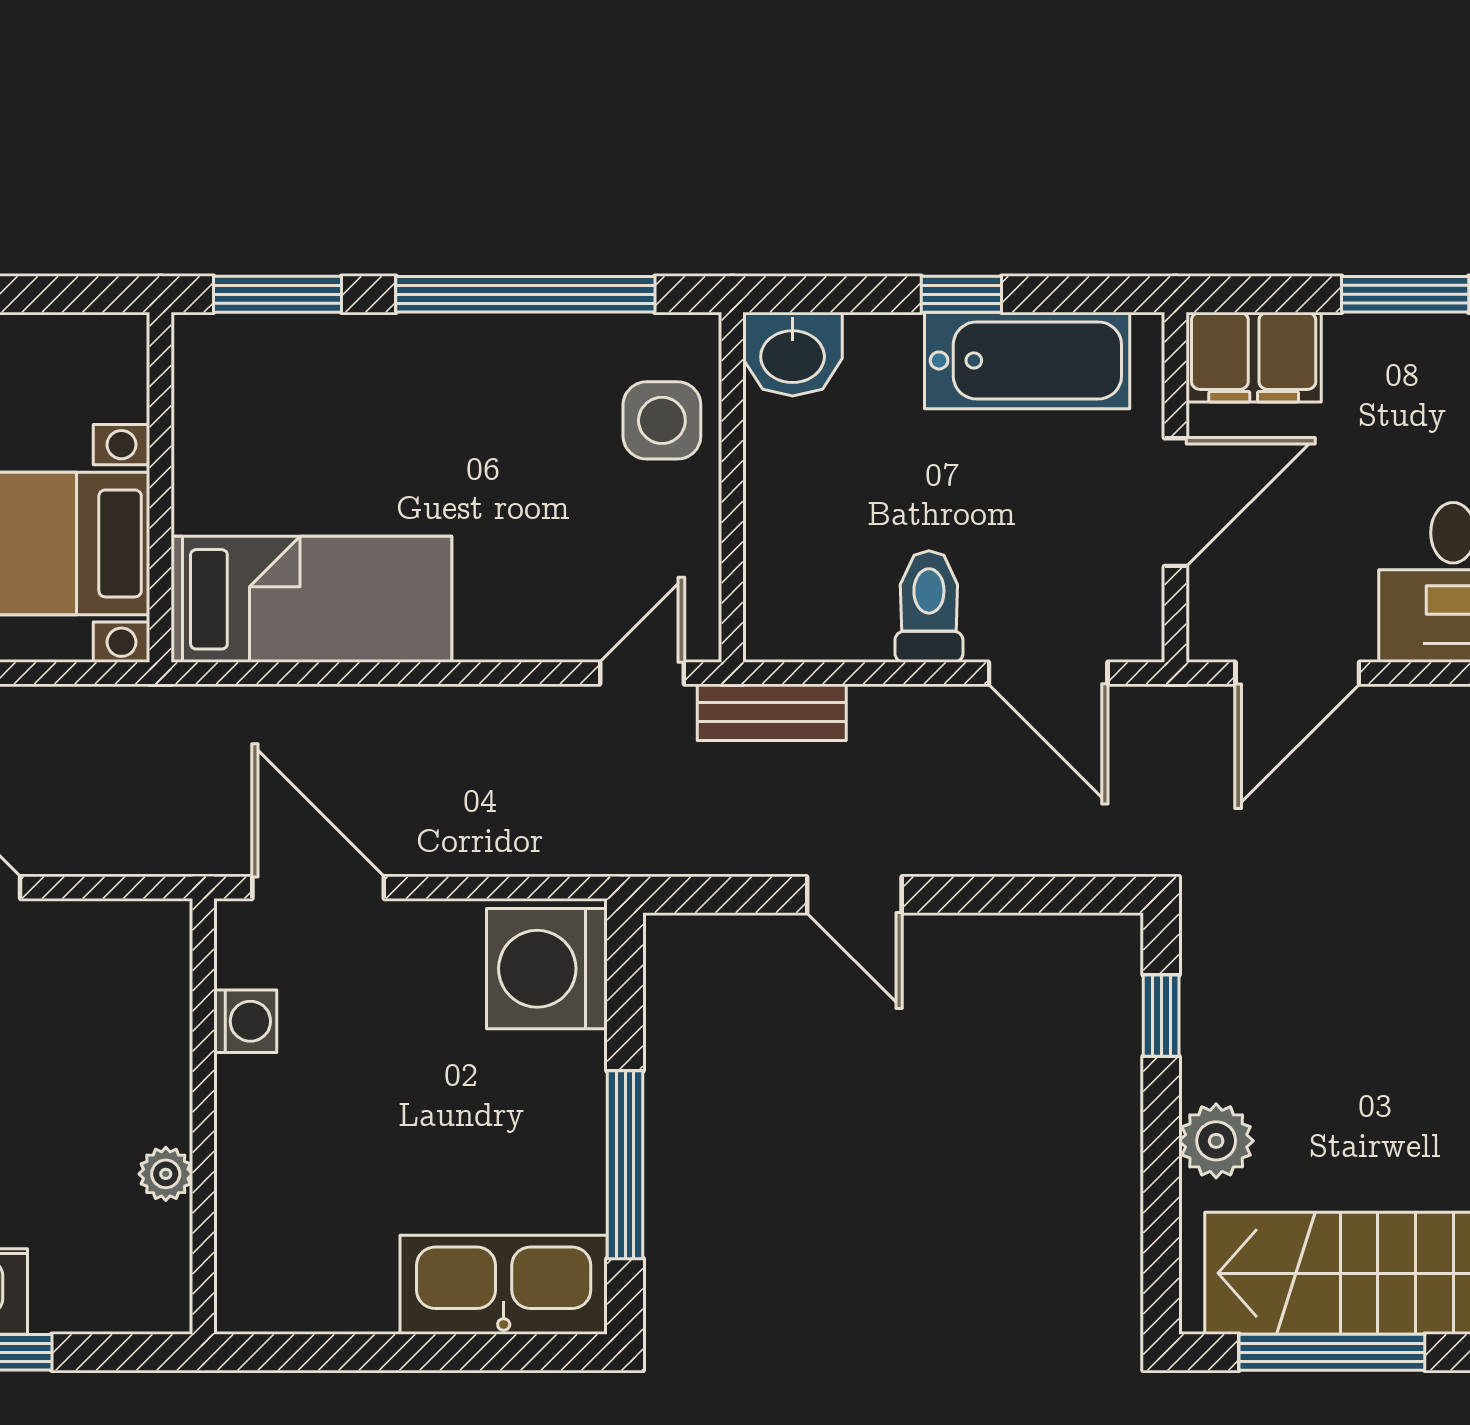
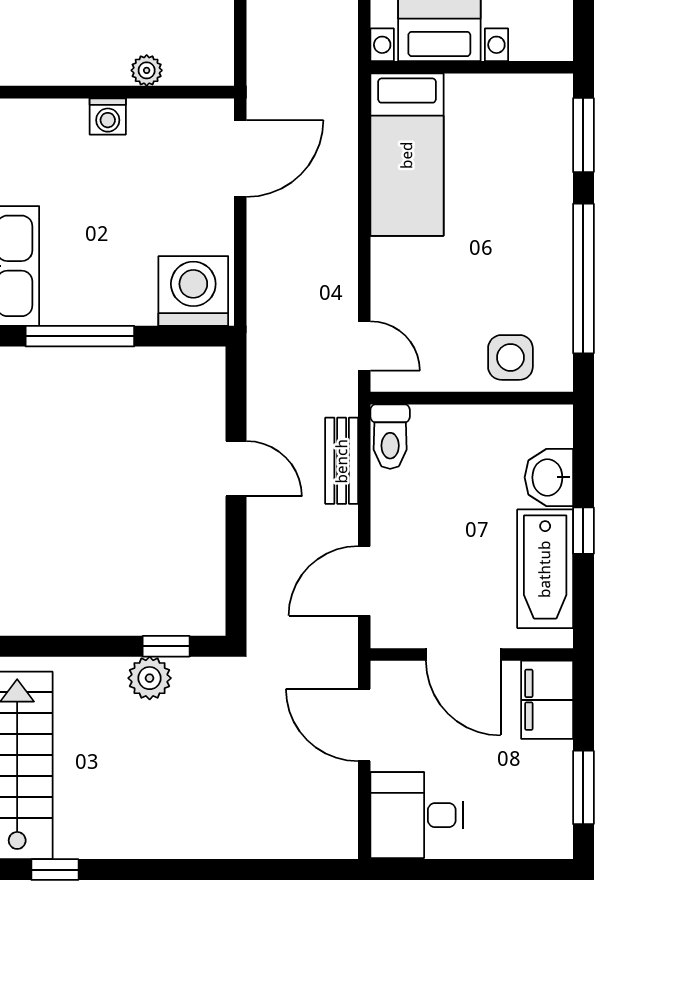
washbasin: (793, 354) -> (549, 477), moved
toilet: (929, 607) -> (390, 437), moved, turned 90
bench: (772, 712) -> (342, 461), moved
door: (854, 895) -> (236, 469), swing flipped
washing machine: (245, 1021) -> (108, 116), moved
plant: (1216, 1141) -> (150, 678), moved
plant: (166, 1174) -> (147, 70), moved

